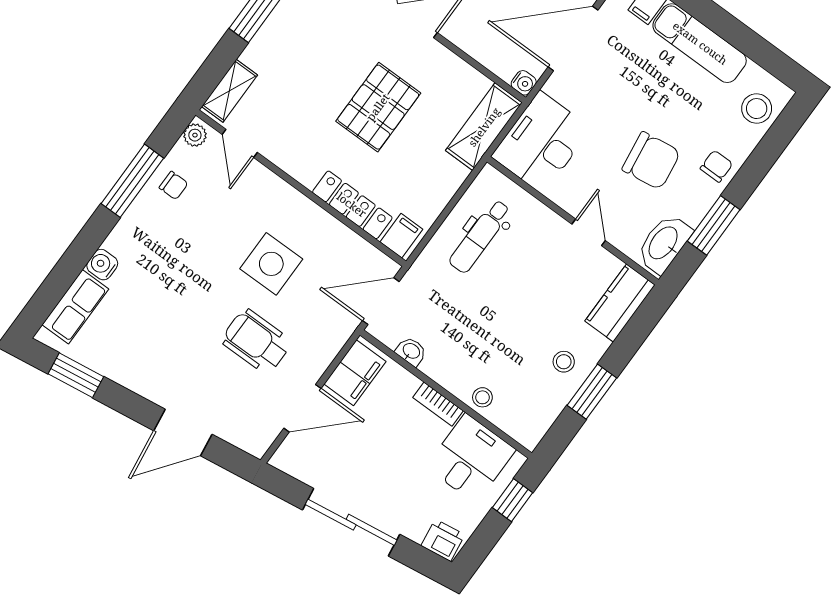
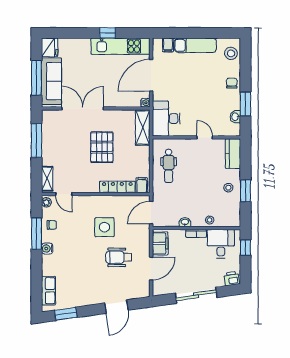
chair: (651, 161) -> (208, 97), removed
washbasin: (664, 243) -> (235, 117), width x0.52, depth x0.69
water cooler: (102, 265) -> (47, 248), moved
washbasin: (411, 351) -> (185, 222), moved

